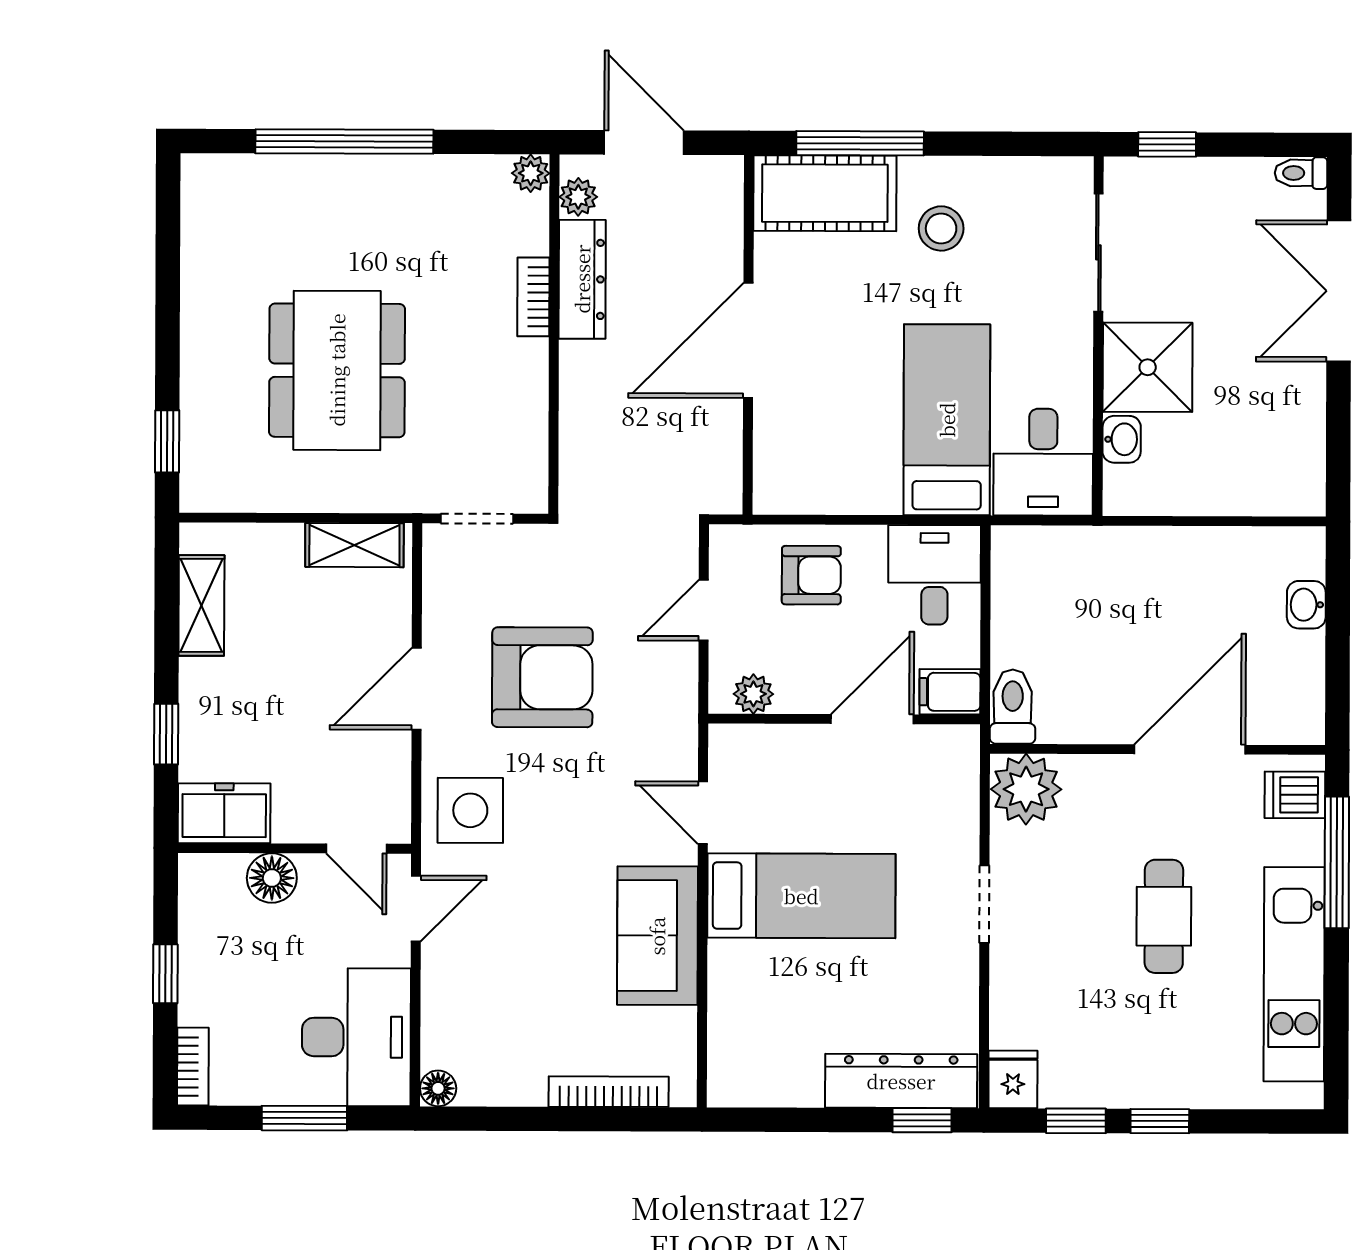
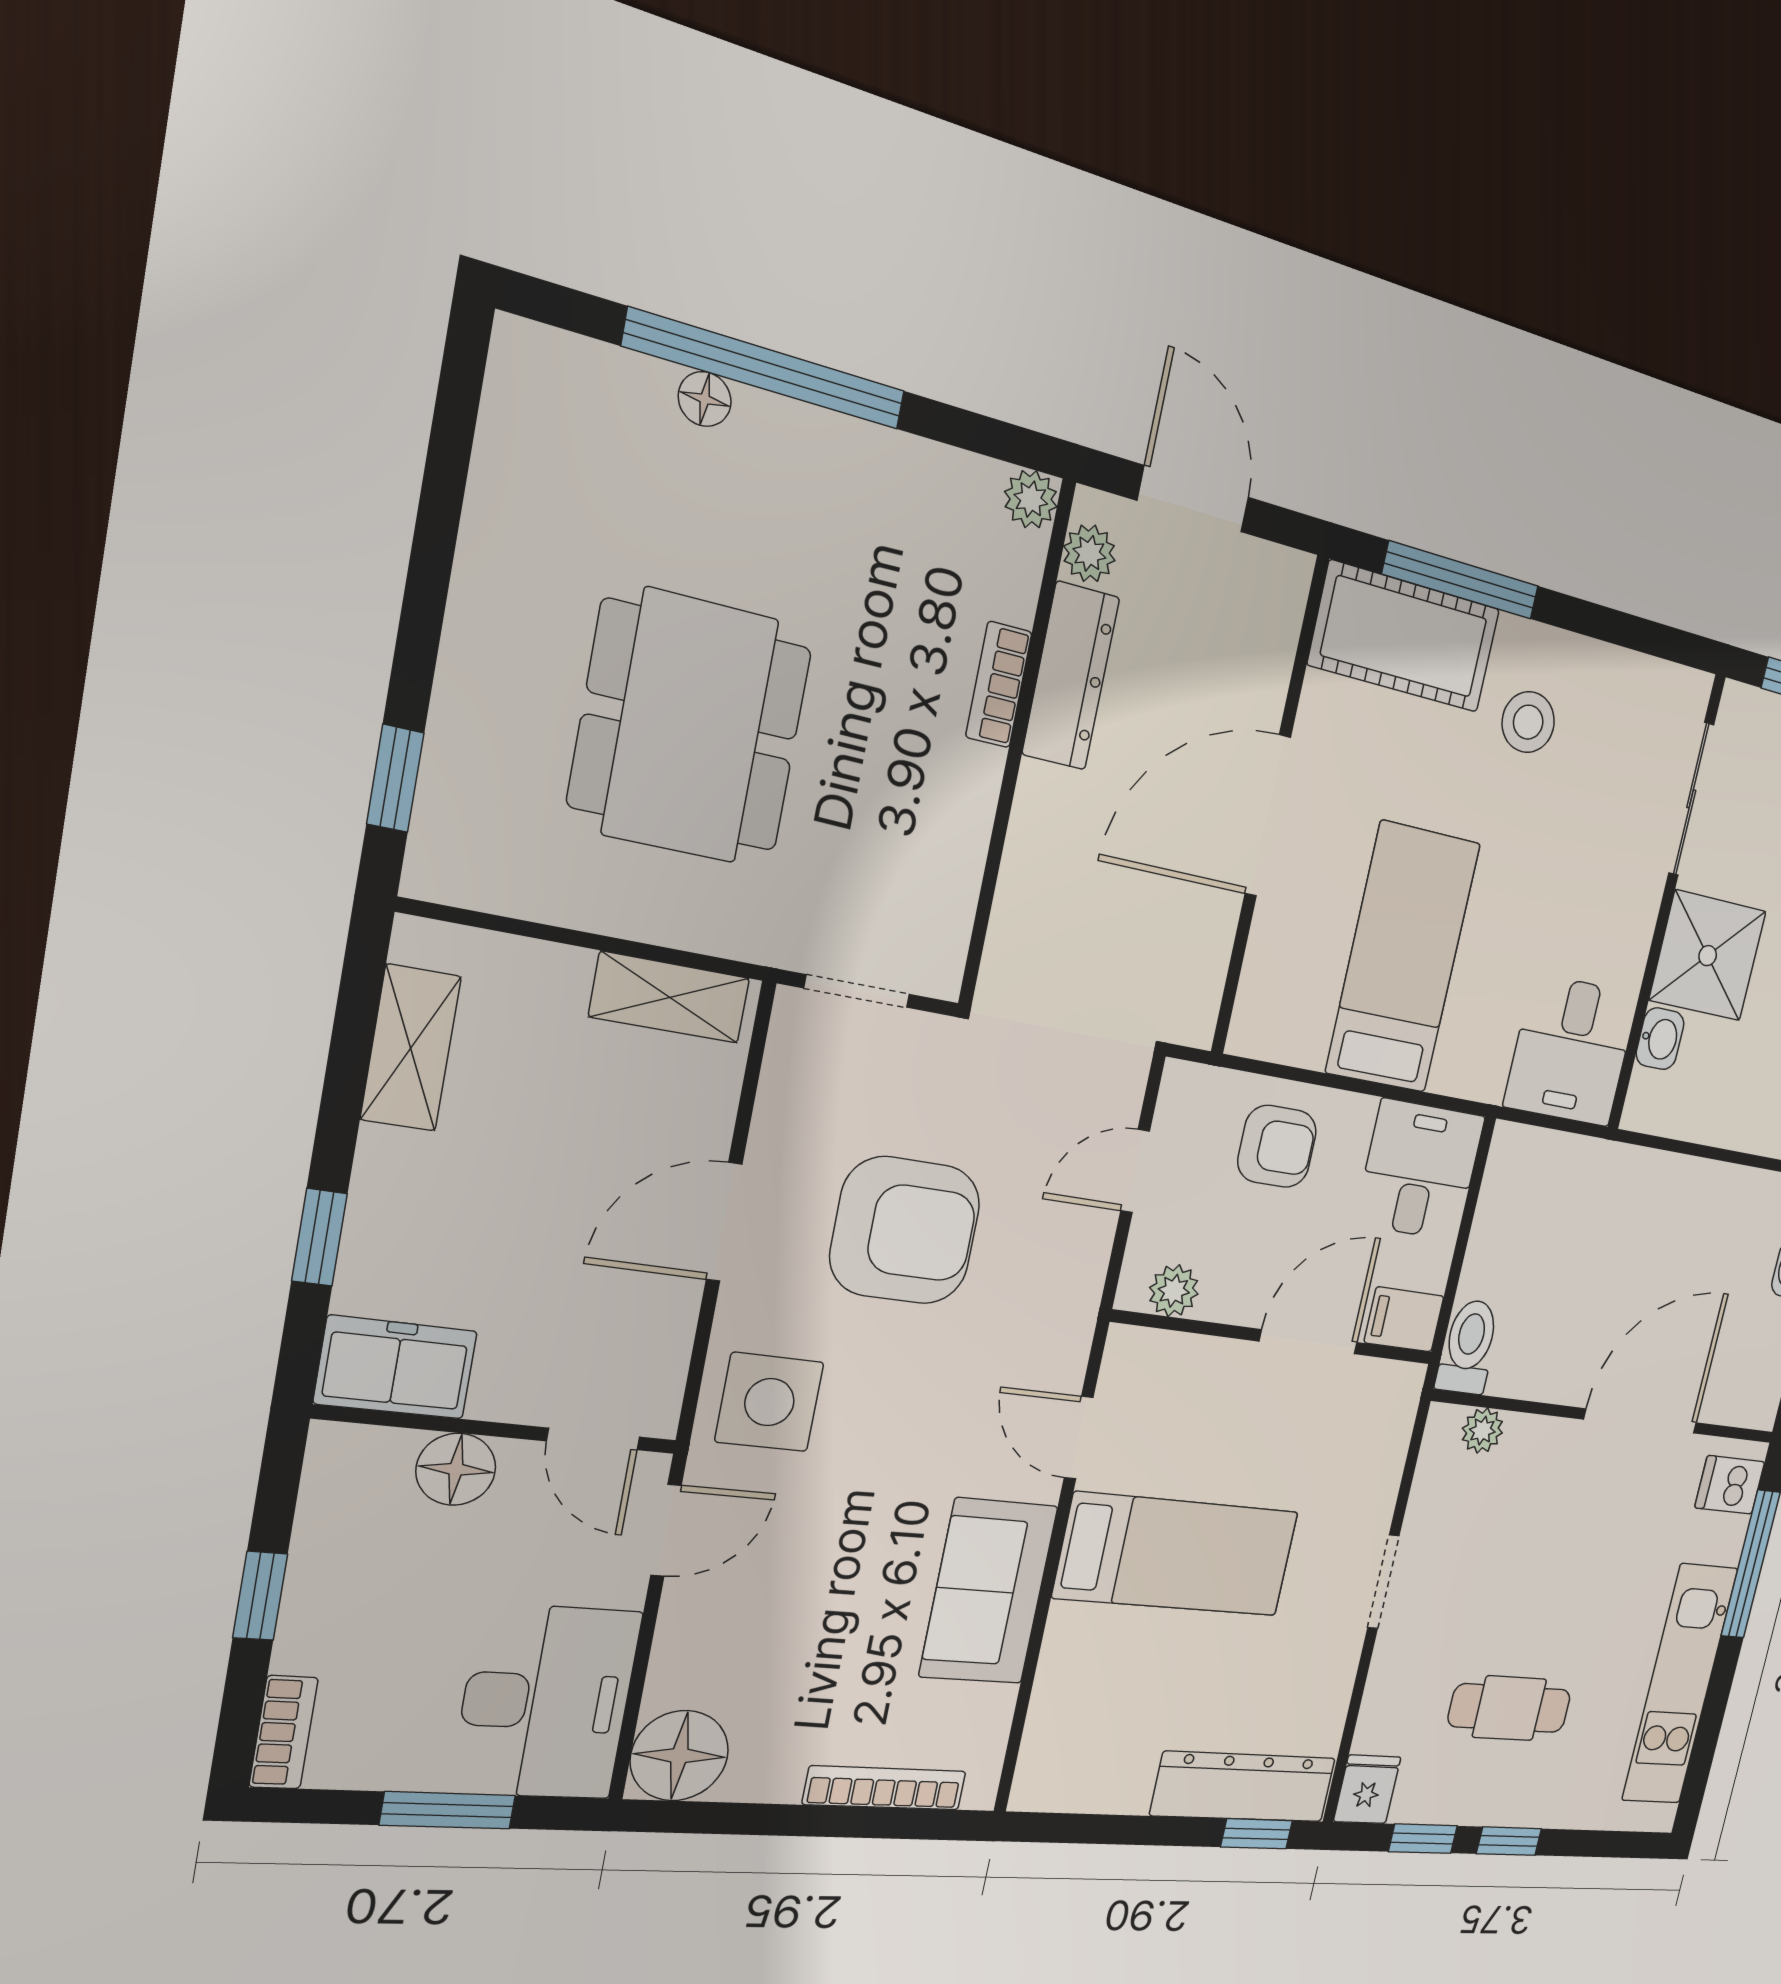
floor lamp: (311, 170) -> (705, 399), added
bed: (947, 420) -> (1403, 958), moved
plant: (1026, 789) -> (1482, 1431), width x0.53, depth x0.53
cafe table: (1164, 916) -> (1509, 1708), moved, turned 90
floor lamp: (438, 1088) -> (679, 1756), width x1.89, depth x1.89

